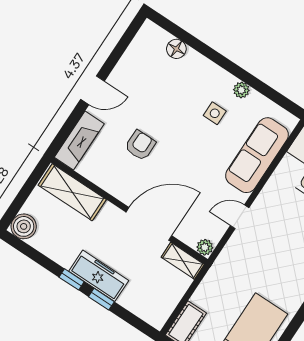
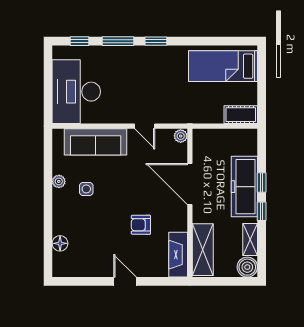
fireplace: (79, 141) -> (178, 255), moved, turned -90
shelving: (183, 261) -> (250, 239), moved
freezer: (99, 276) -> (244, 187), width x1.36, depth x1.26

